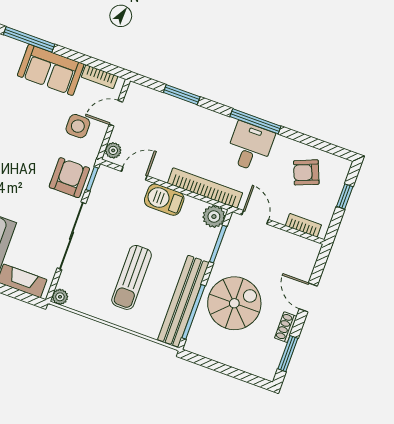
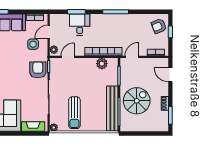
desk: (250, 147) -> (80, 25), moved
armchair: (306, 172) -> (159, 26), moved
barbecue: (164, 200) -> (86, 64), removed
plant: (214, 217) -> (102, 64), moved
door: (255, 217) -> (132, 57), hinge flipped
sun lounger: (132, 277) -> (74, 113), moved
door: (308, 297) -> (170, 75), moved

